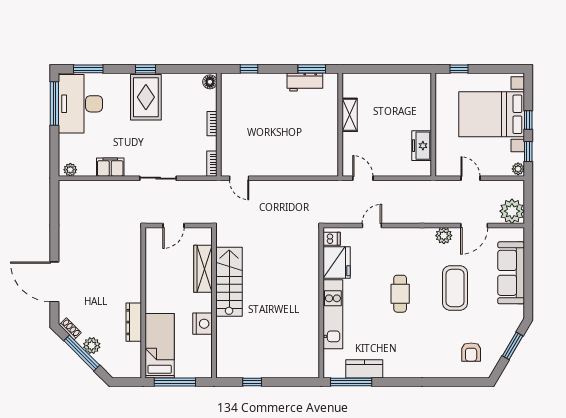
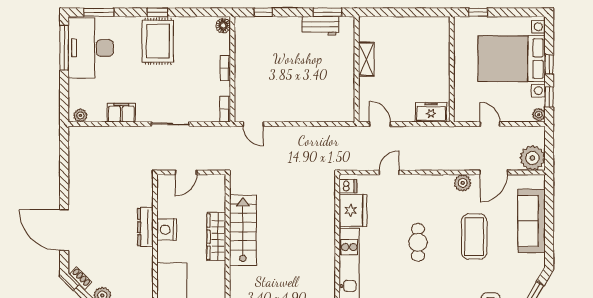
freezer: (422, 146) -> (431, 112), moved, turned 90
wardrobe: (203, 269) -> (216, 237), moved
dresser: (134, 322) -> (145, 227), moved
nightstand: (203, 324) -> (167, 230), moved, turned 180

